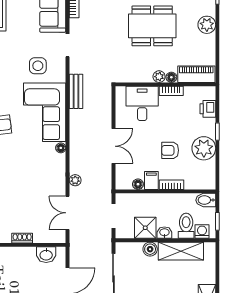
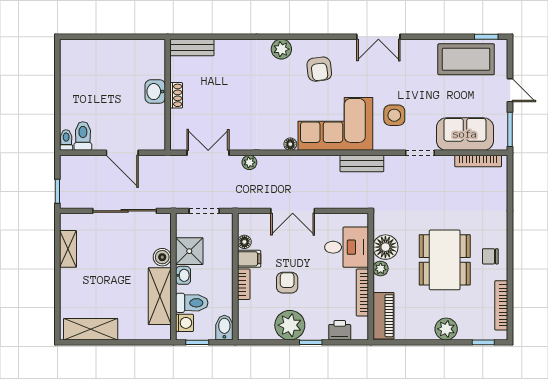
floor lamp: (171, 77) -> (385, 247), moved, width x1.89, depth x1.89
bookcase: (171, 91) -> (362, 293), width x1.56
washbasin: (46, 255) -> (155, 92), moved

